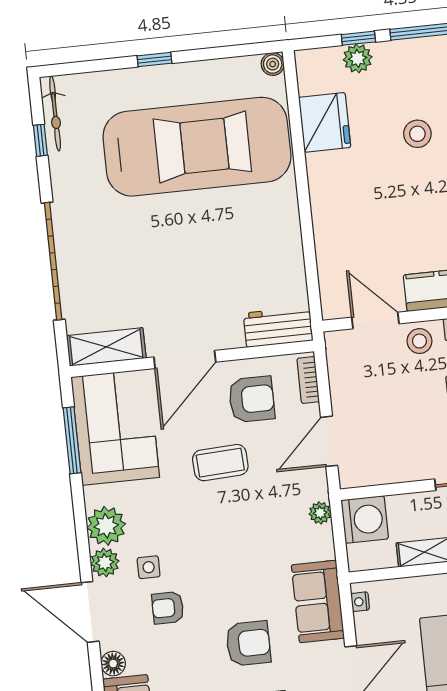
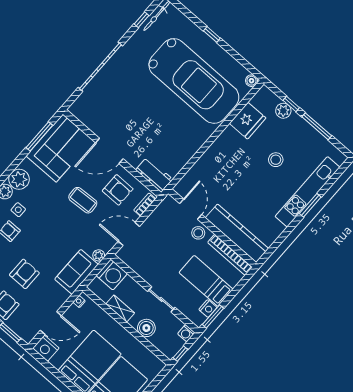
shelving: (106, 347) -> (87, 117), removed
sofa: (318, 601) -> (76, 272), moved
armchair: (248, 643) -> (24, 274), turned -90

